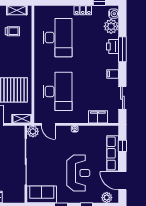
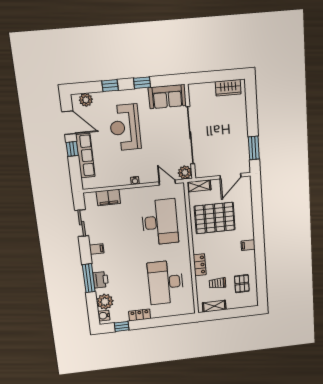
locker: (27, 50) -> (200, 265), added
desk: (57, 91) -> (160, 222), turned 180
window: (122, 146) -> (72, 149), moved

